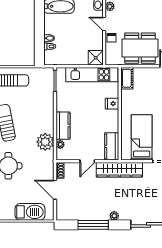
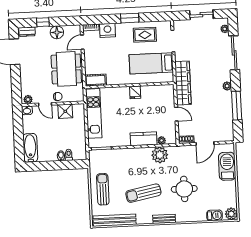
door: (104, 24) -> (45, 104), hinge flipped
shower: (96, 58) -> (65, 111), moved
fridge: (112, 104) -> (135, 92), moved
kitchen counter: (112, 146) -> (161, 91), removed

